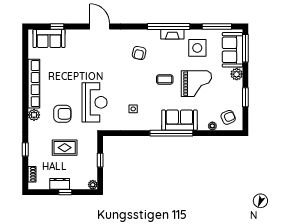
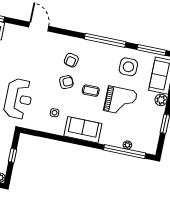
fireplace: (172, 34) -> (107, 49), removed
armchair: (228, 117) -> (66, 82), moved
sofa: (179, 120) -> (83, 130), moved
window: (171, 133) -> (125, 152), moved

